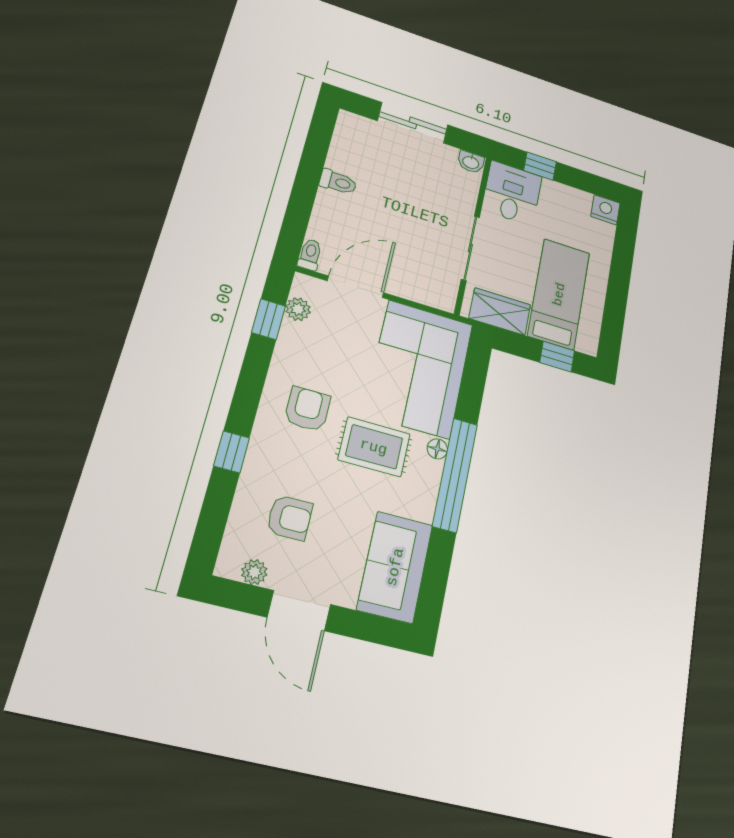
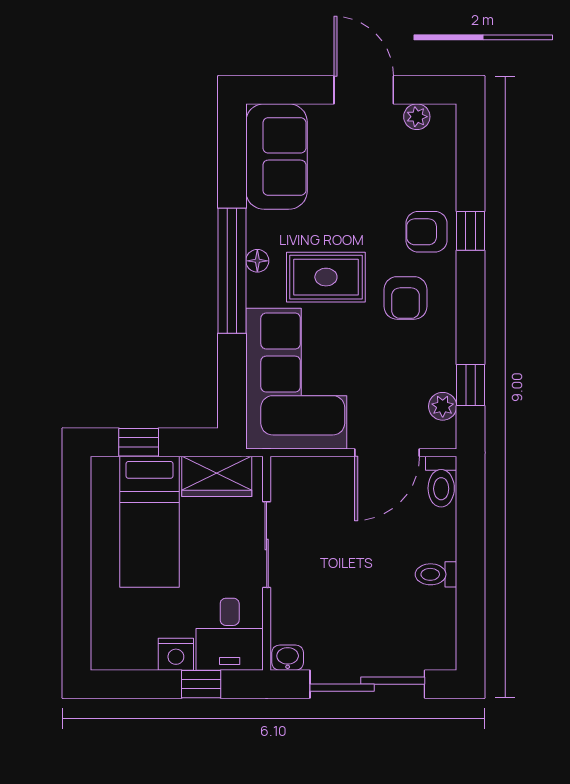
sliding door: (413, 123) -> (367, 684), width x1.37
nightstand: (605, 210) -> (176, 654), moved
toilet: (310, 255) -> (441, 482), width x1.37, depth x1.39
floor lamp: (437, 449) -> (257, 261), moved
armchair: (290, 518) -> (426, 232), moved

